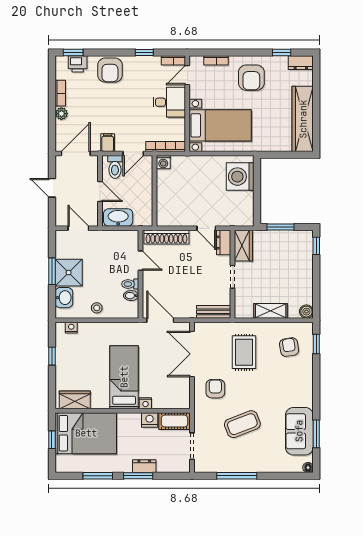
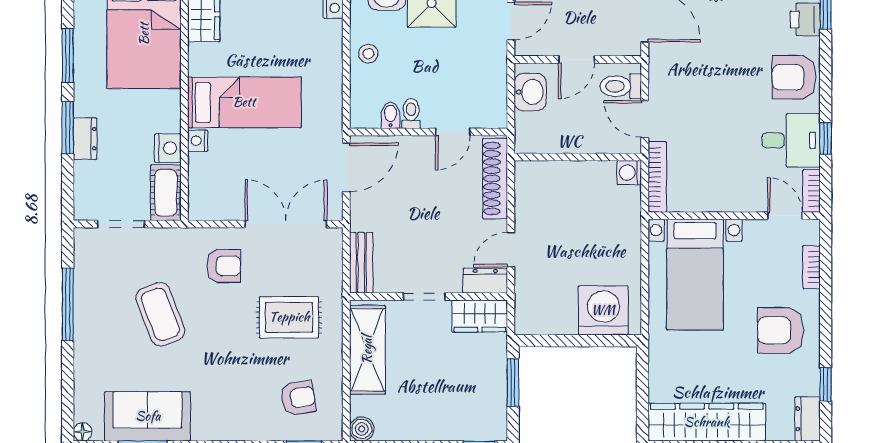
desk: (169, 102) -> (791, 140), moved, turned -90
filing cabinet: (108, 143) -> (664, 73), removed
washbasin: (118, 217) -> (530, 92), width x0.72
shelving: (271, 311) -> (367, 350), width x1.50, depth x1.33

